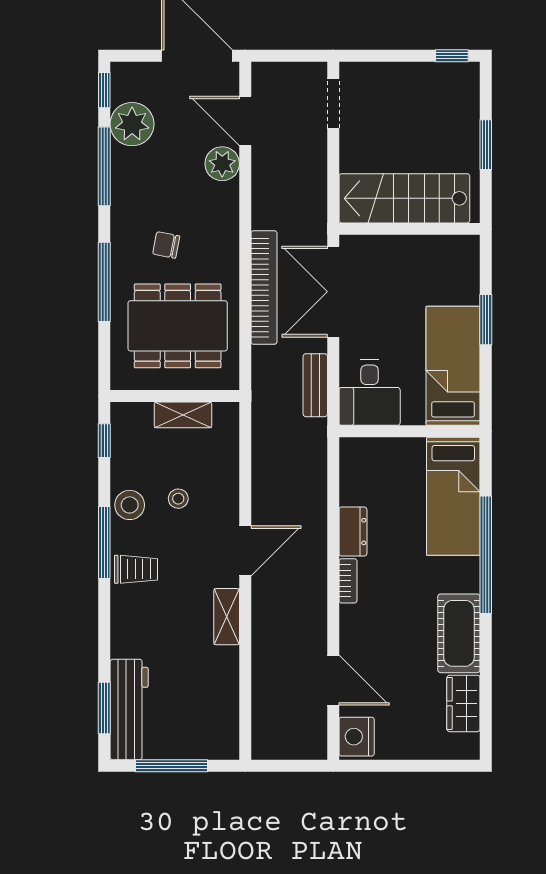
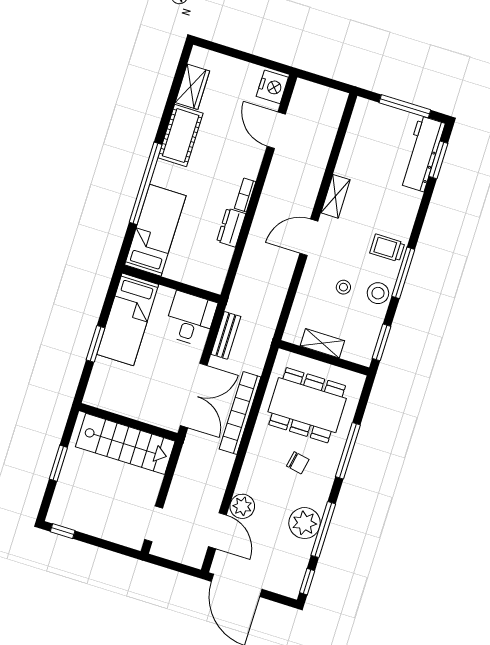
plant: (132, 124) -> (305, 523), moved
window: (104, 441) -> (382, 342), width x1.50

